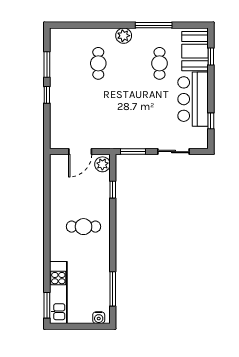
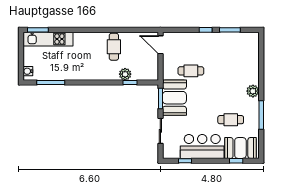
cafe table: (98, 63) -> (191, 71), moved
booth: (132, 134) -> (174, 98), added
door: (80, 152) -> (160, 45), moved
plant: (102, 164) -> (125, 74), moved
cafe table: (84, 227) -> (114, 47), moved

